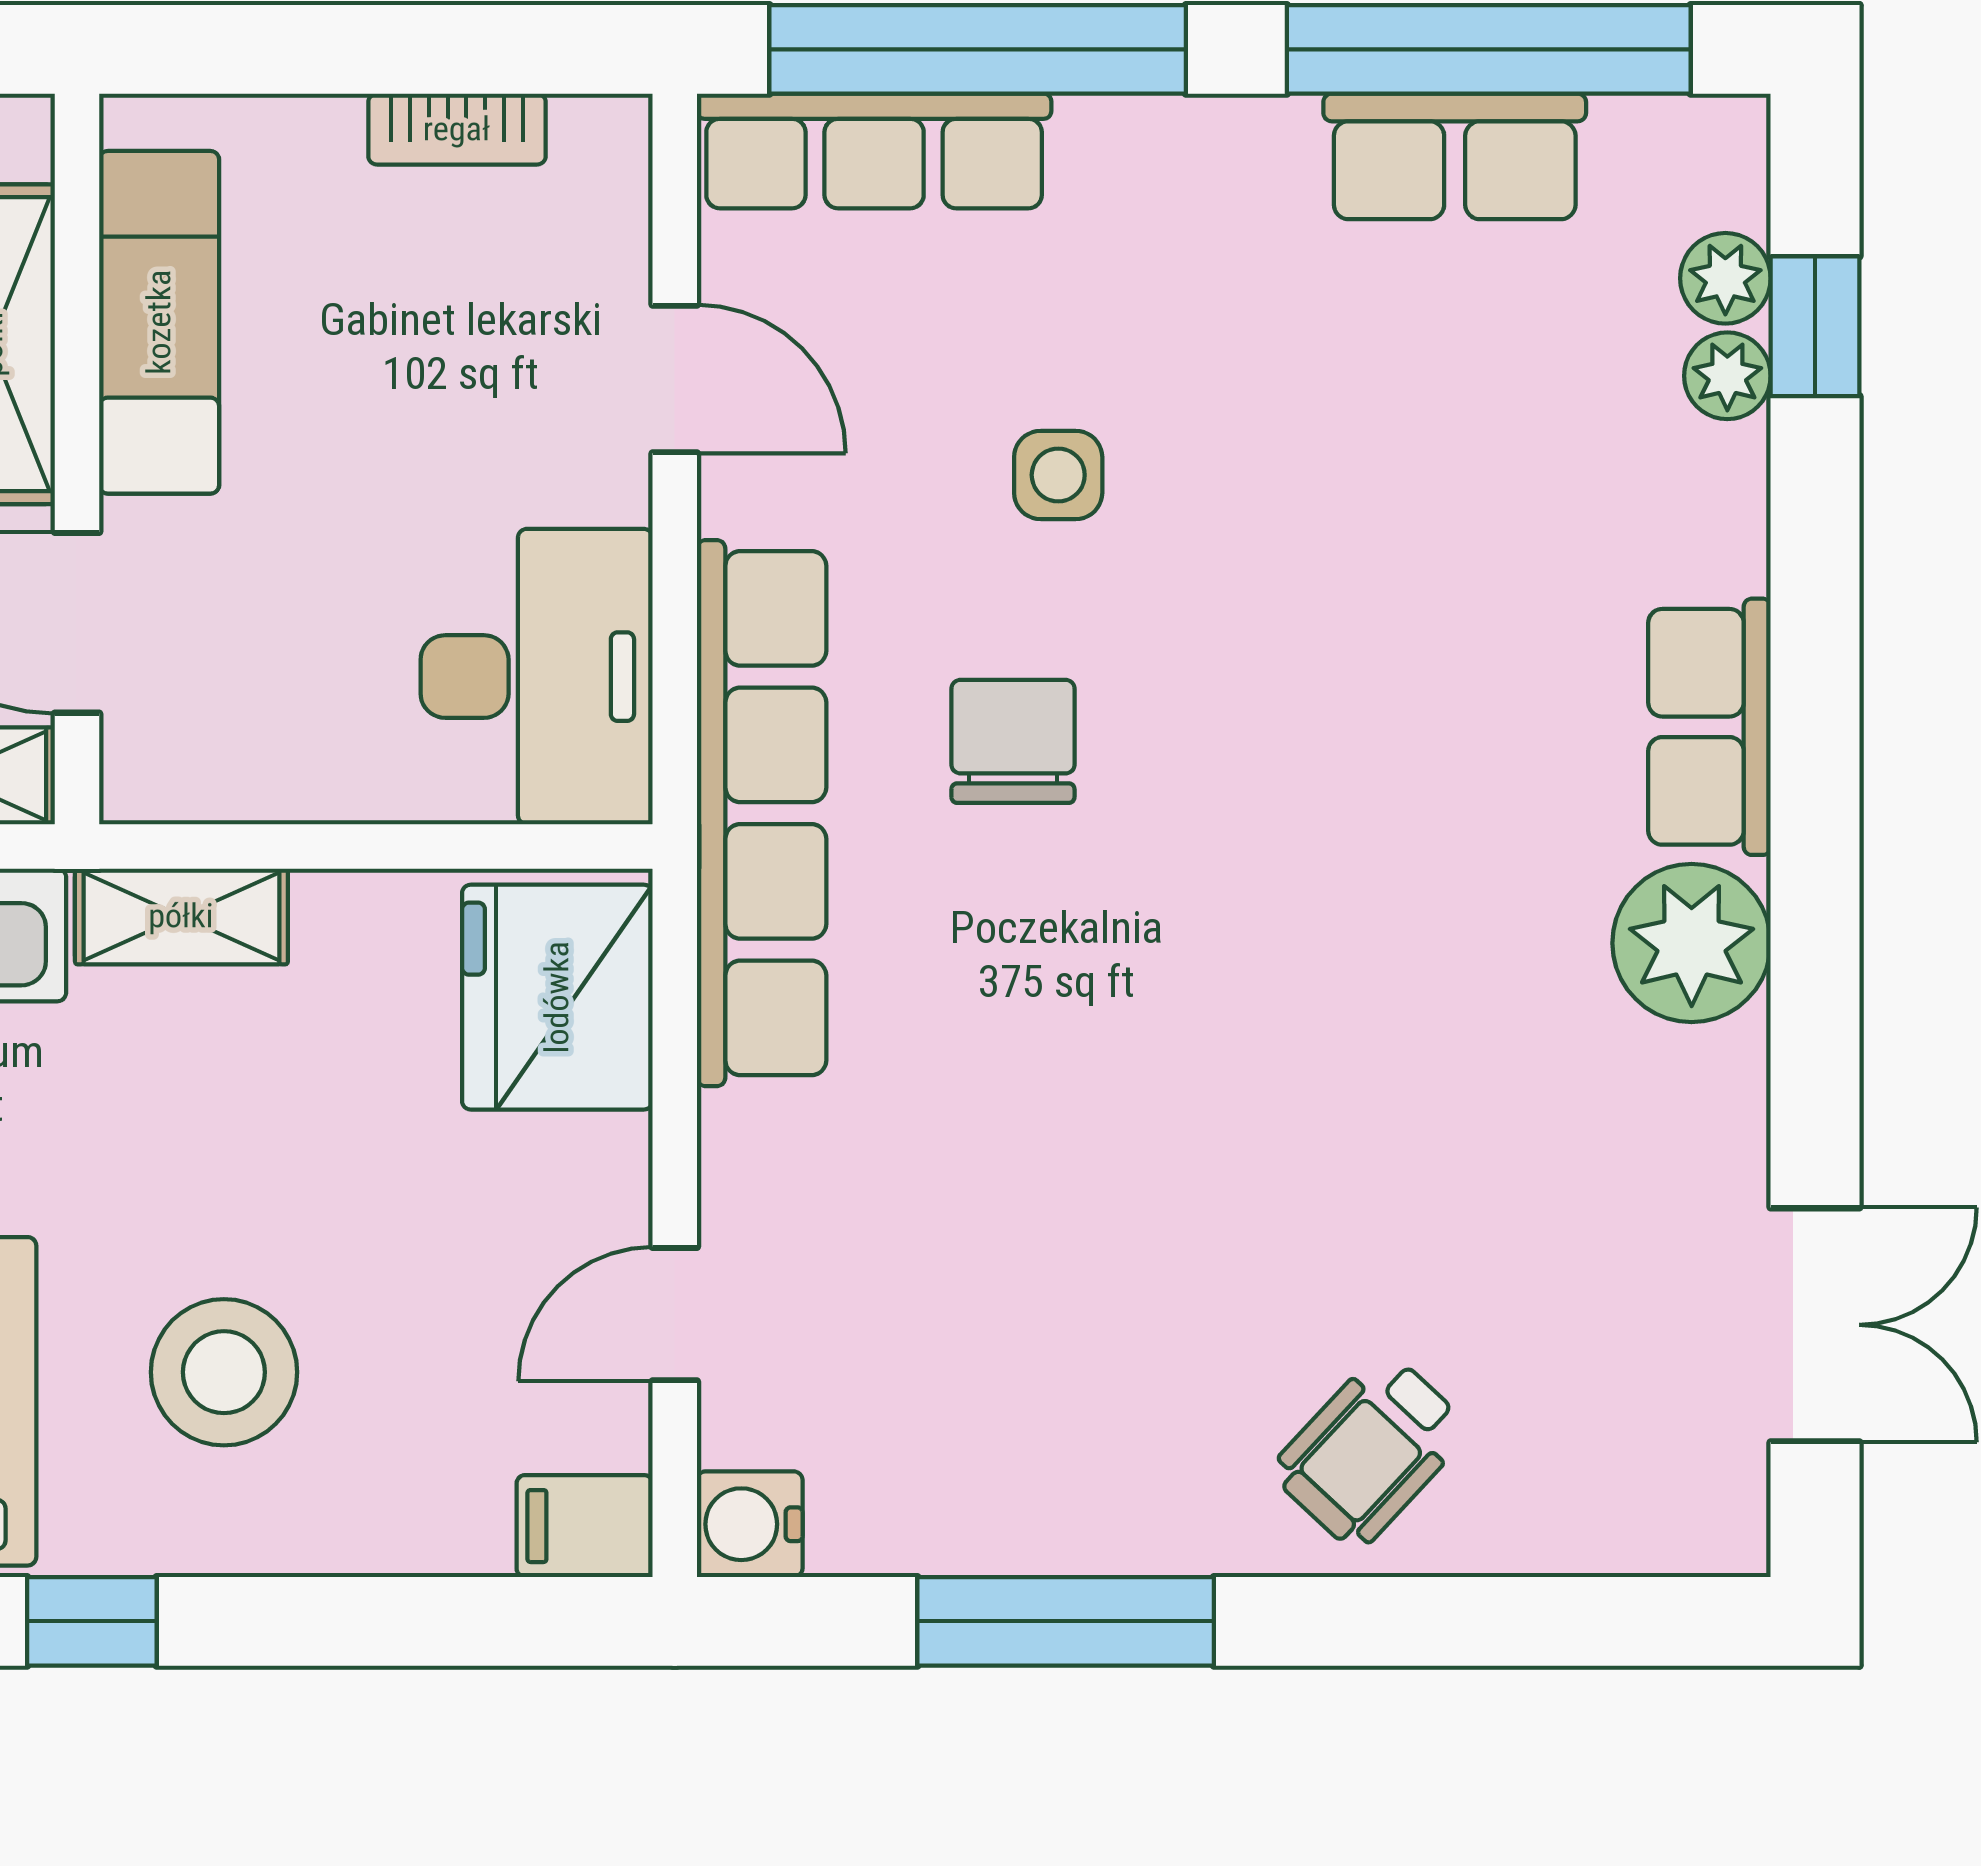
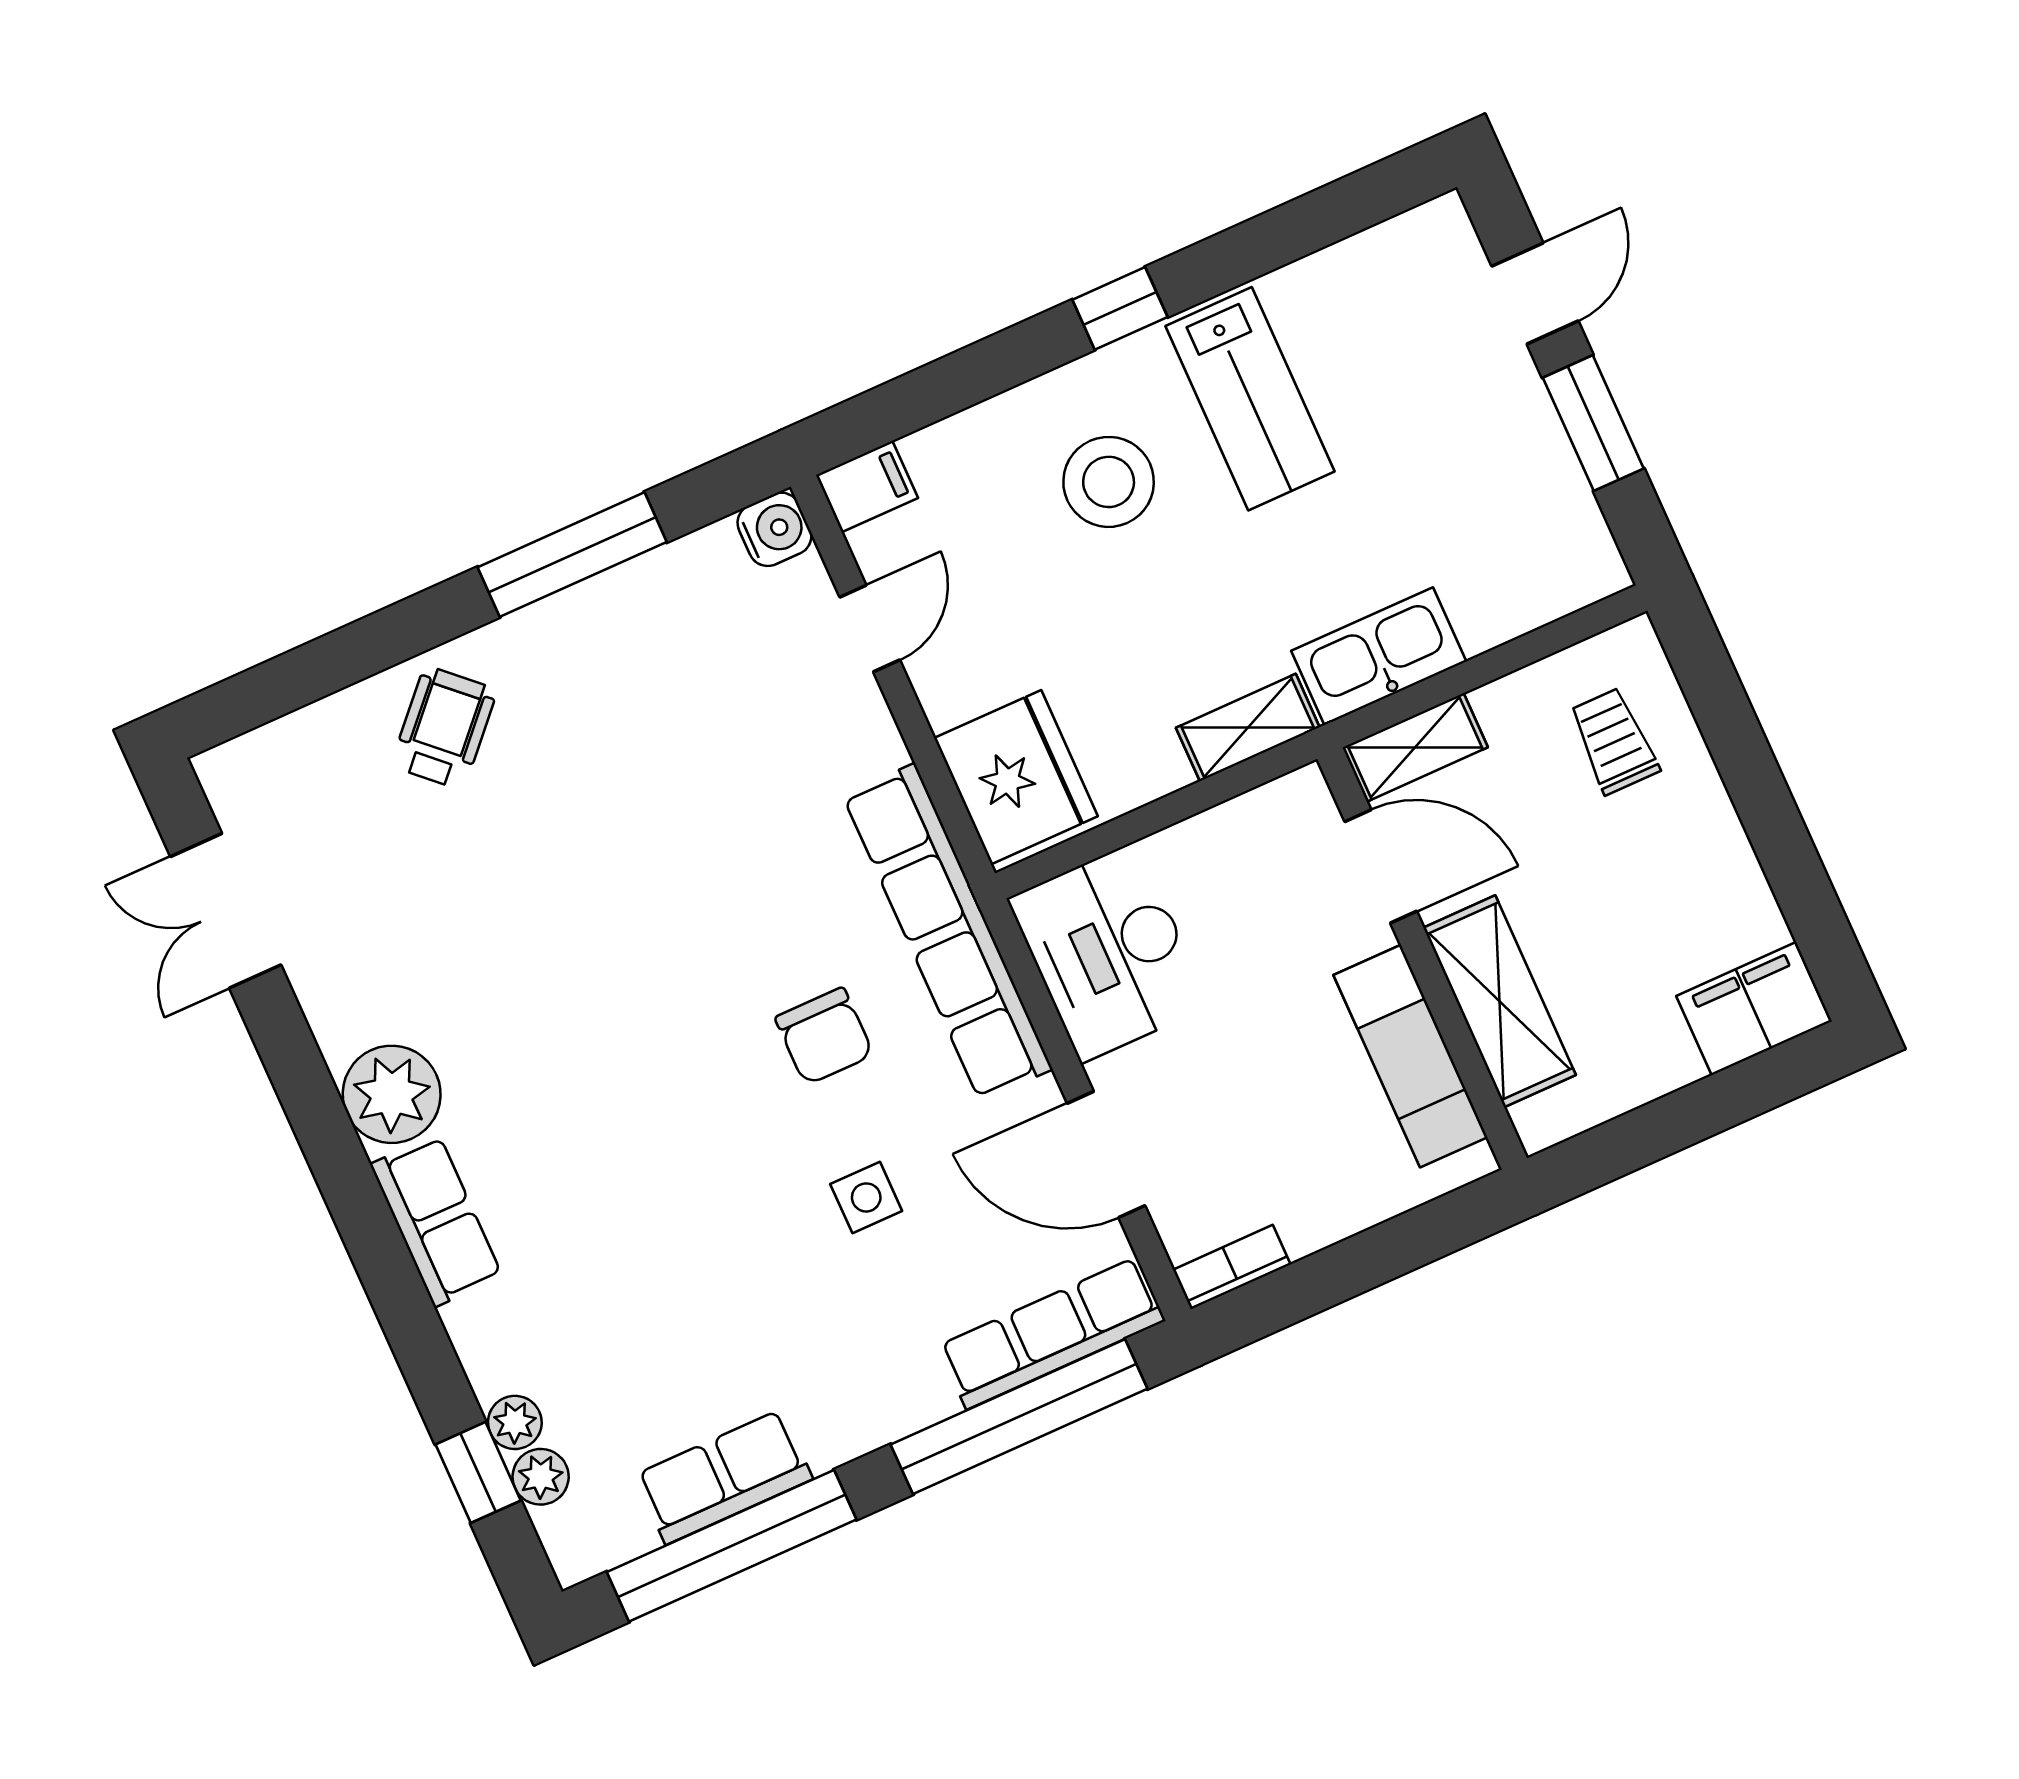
bookcase: (457, 129) -> (1232, 1267), moved
door: (675, 379) -> (1106, 1154), width x1.38

